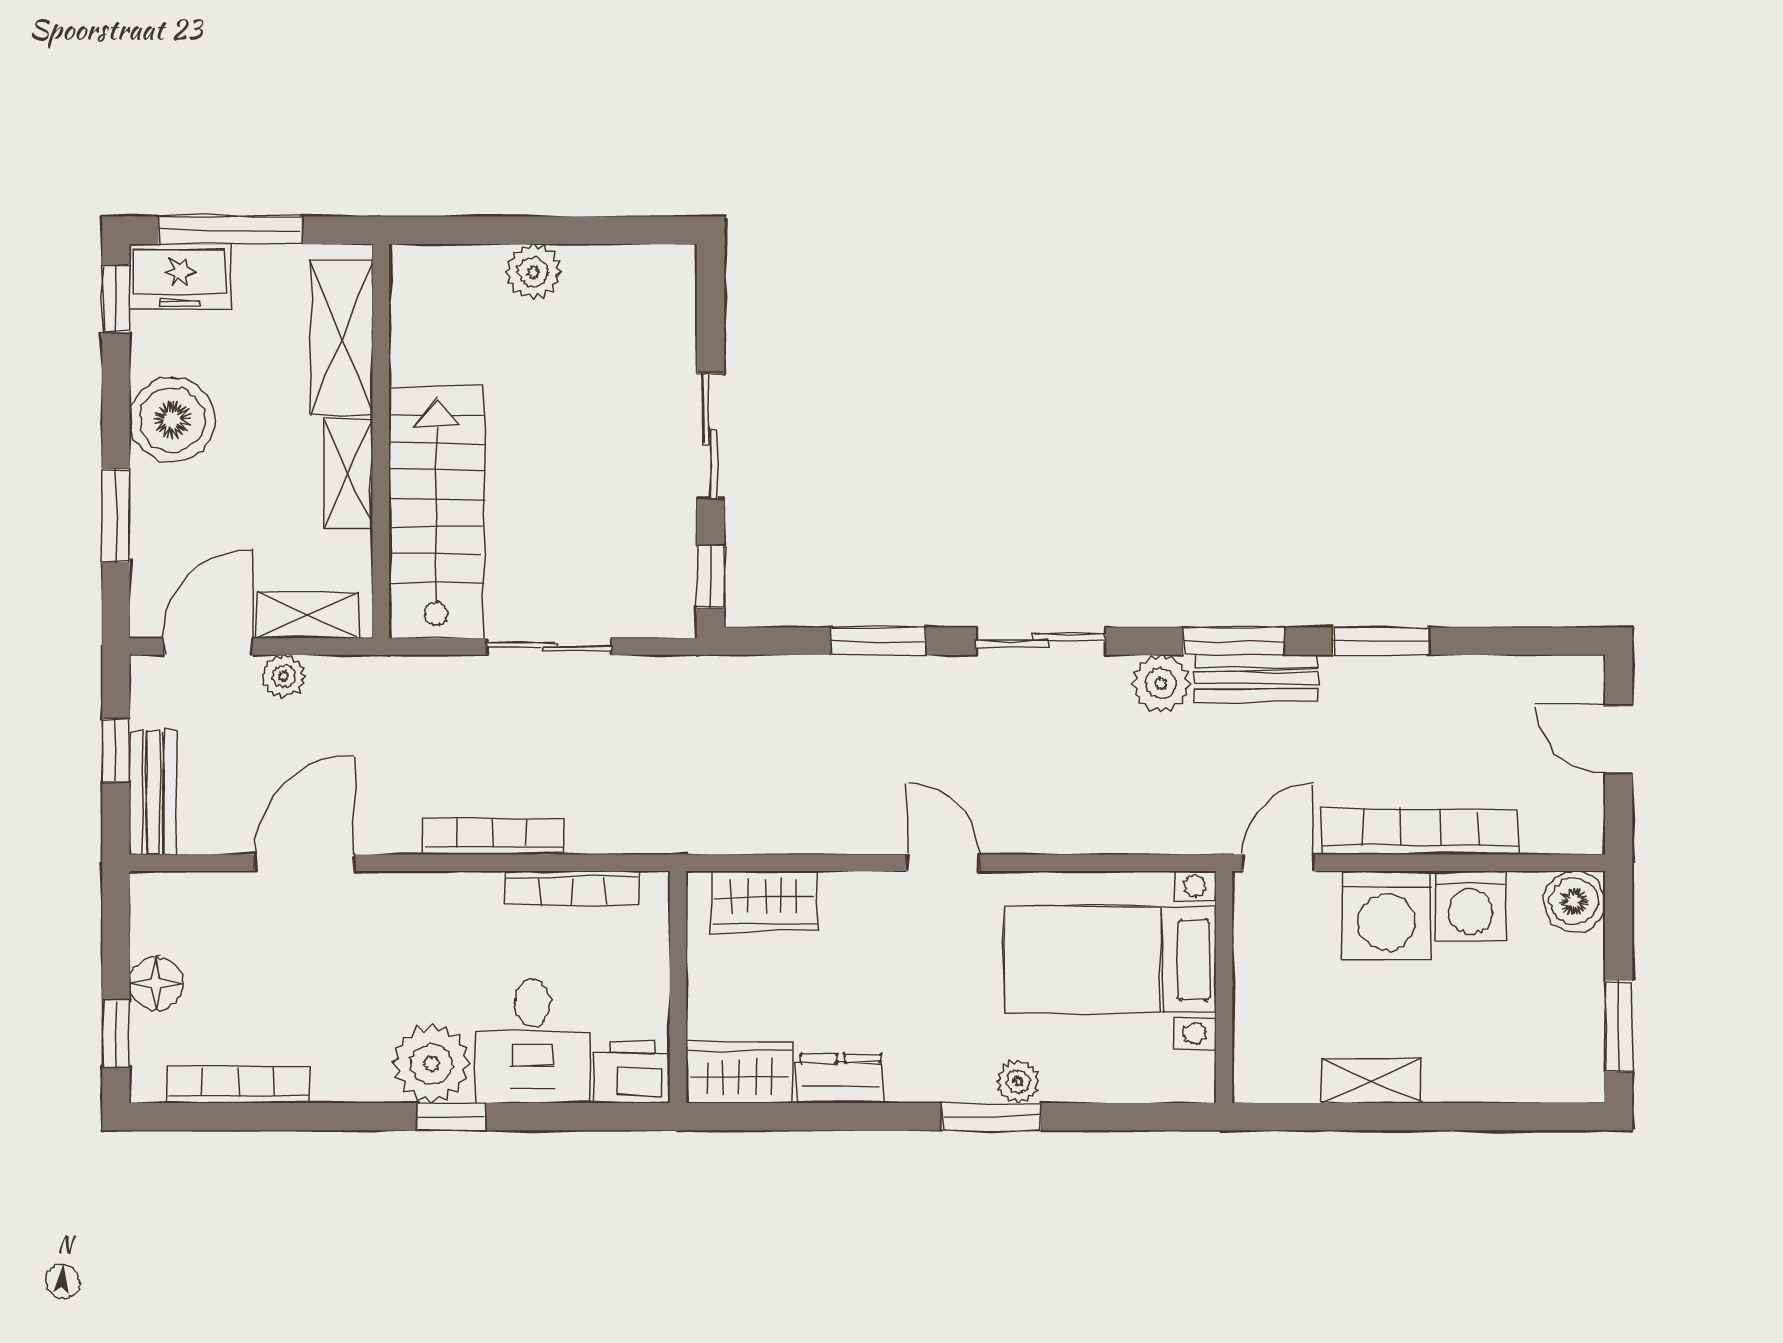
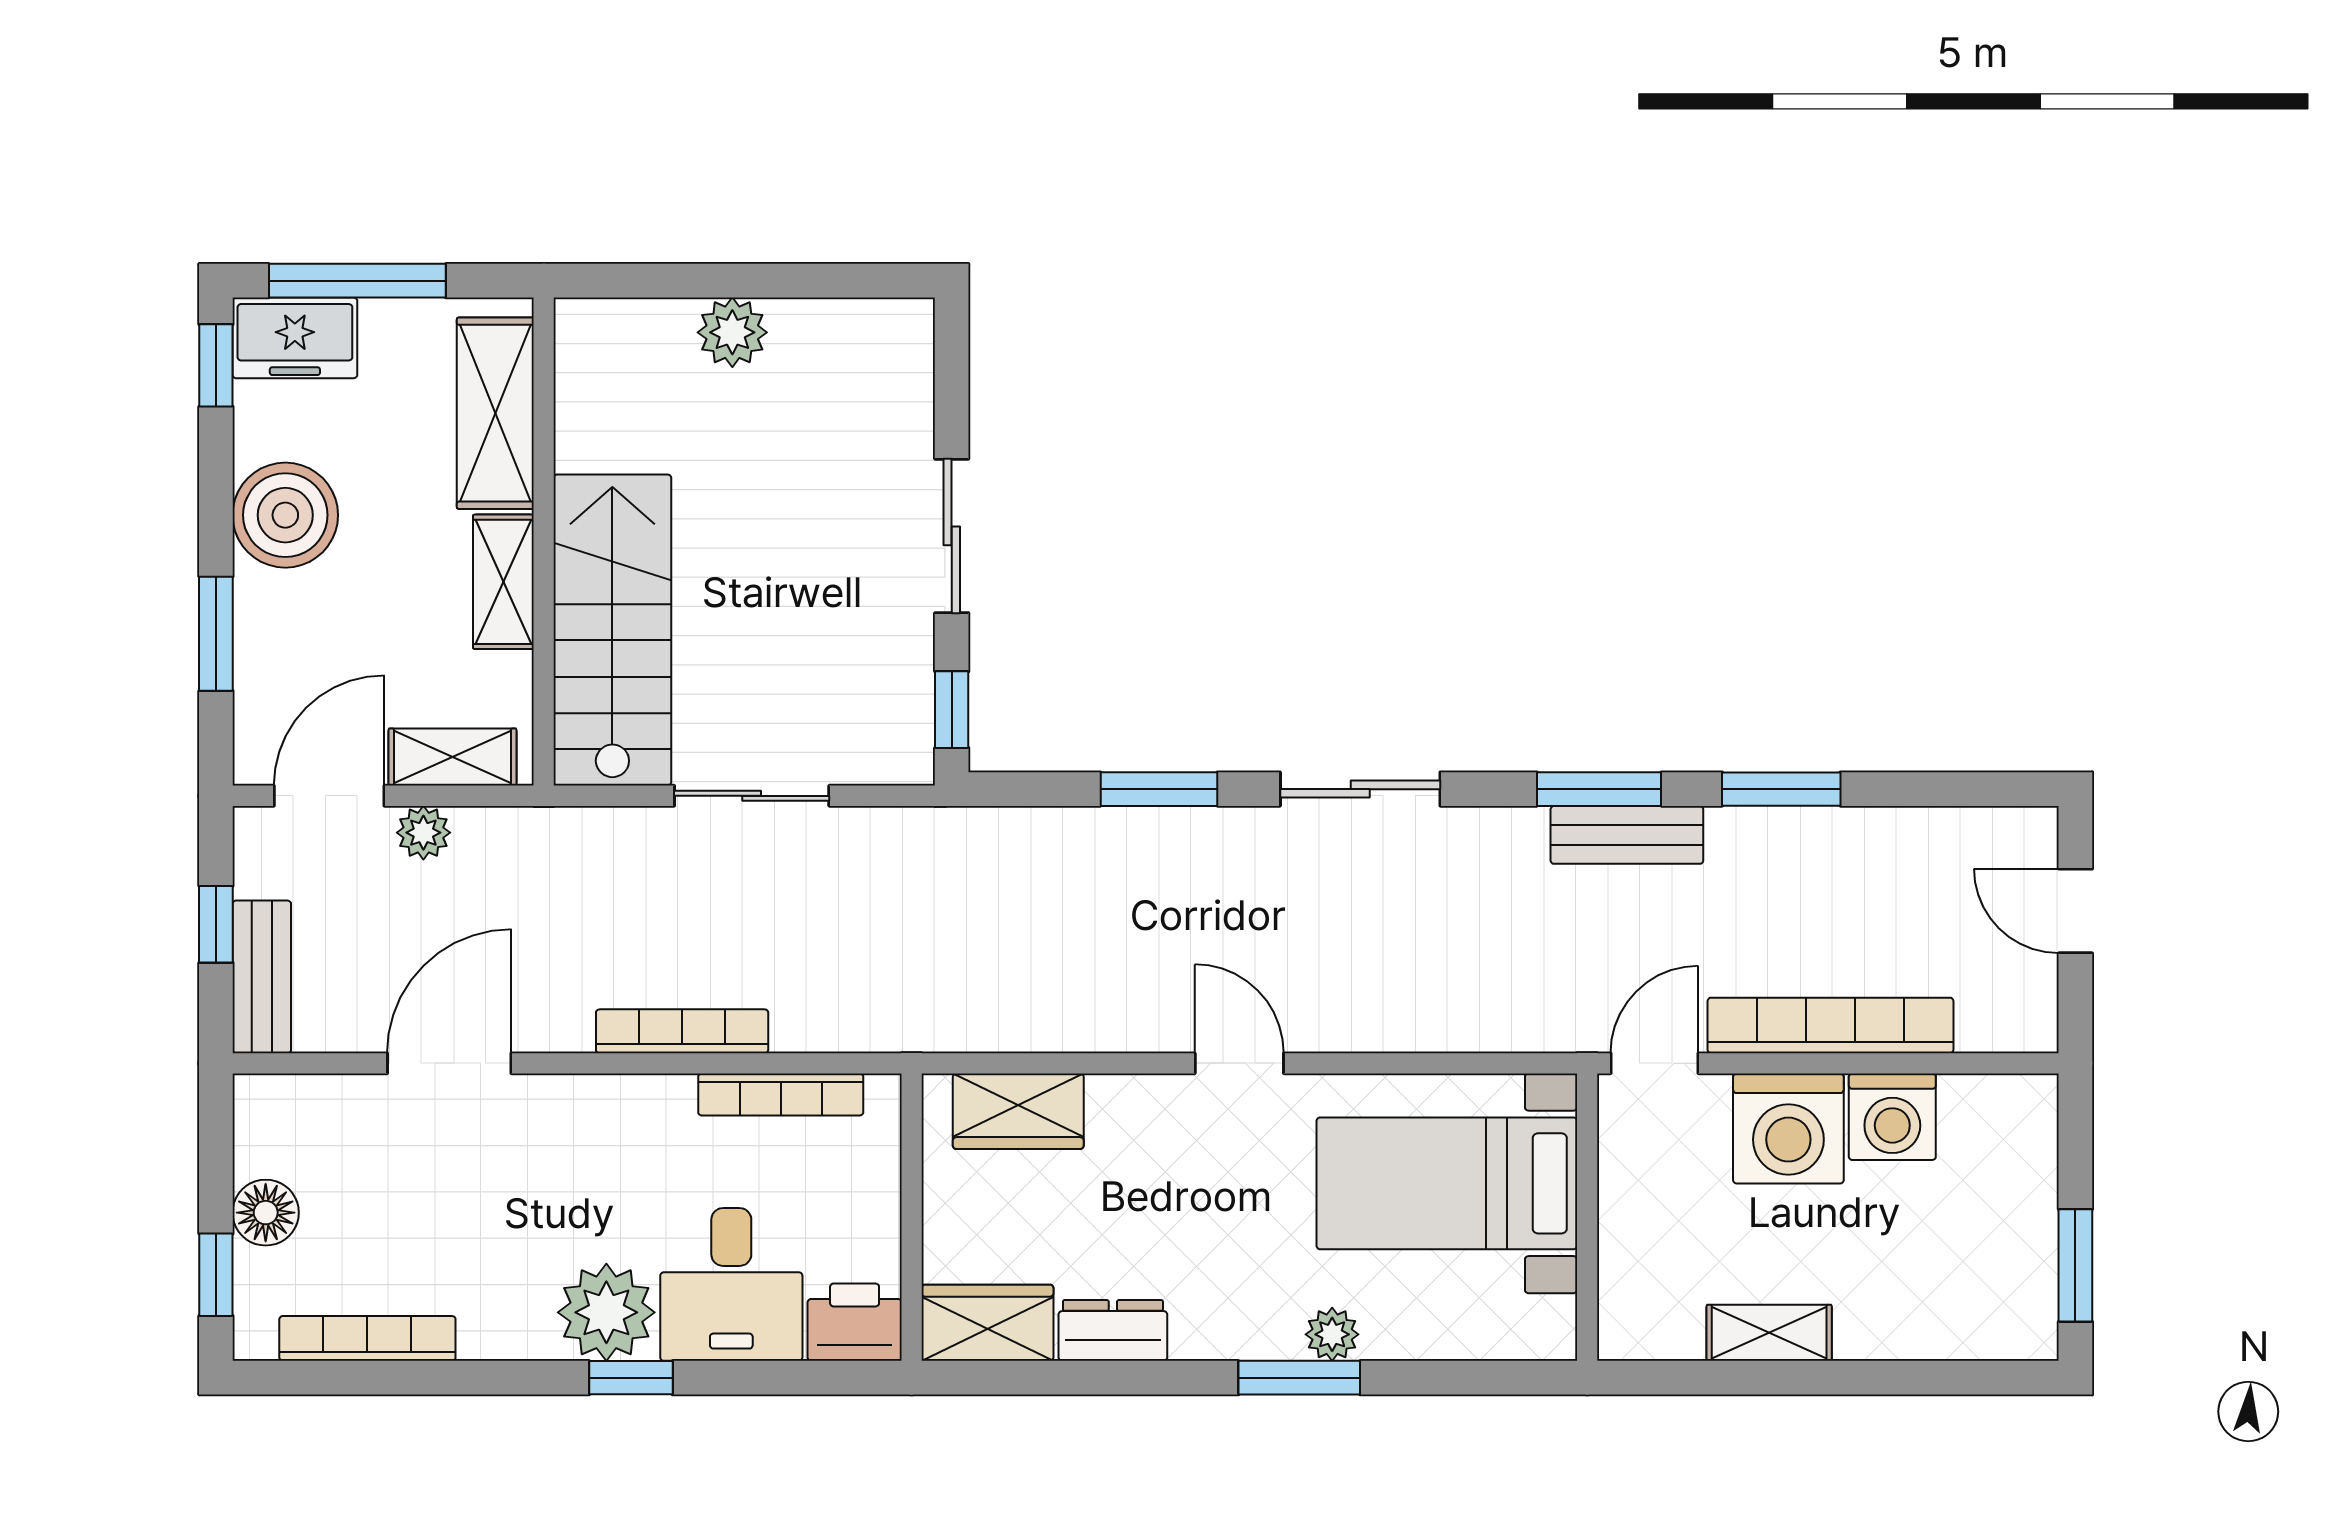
plant: (1161, 684) -> (1509, 842), removed
boiler: (1574, 902) -> (2021, 1111), removed

